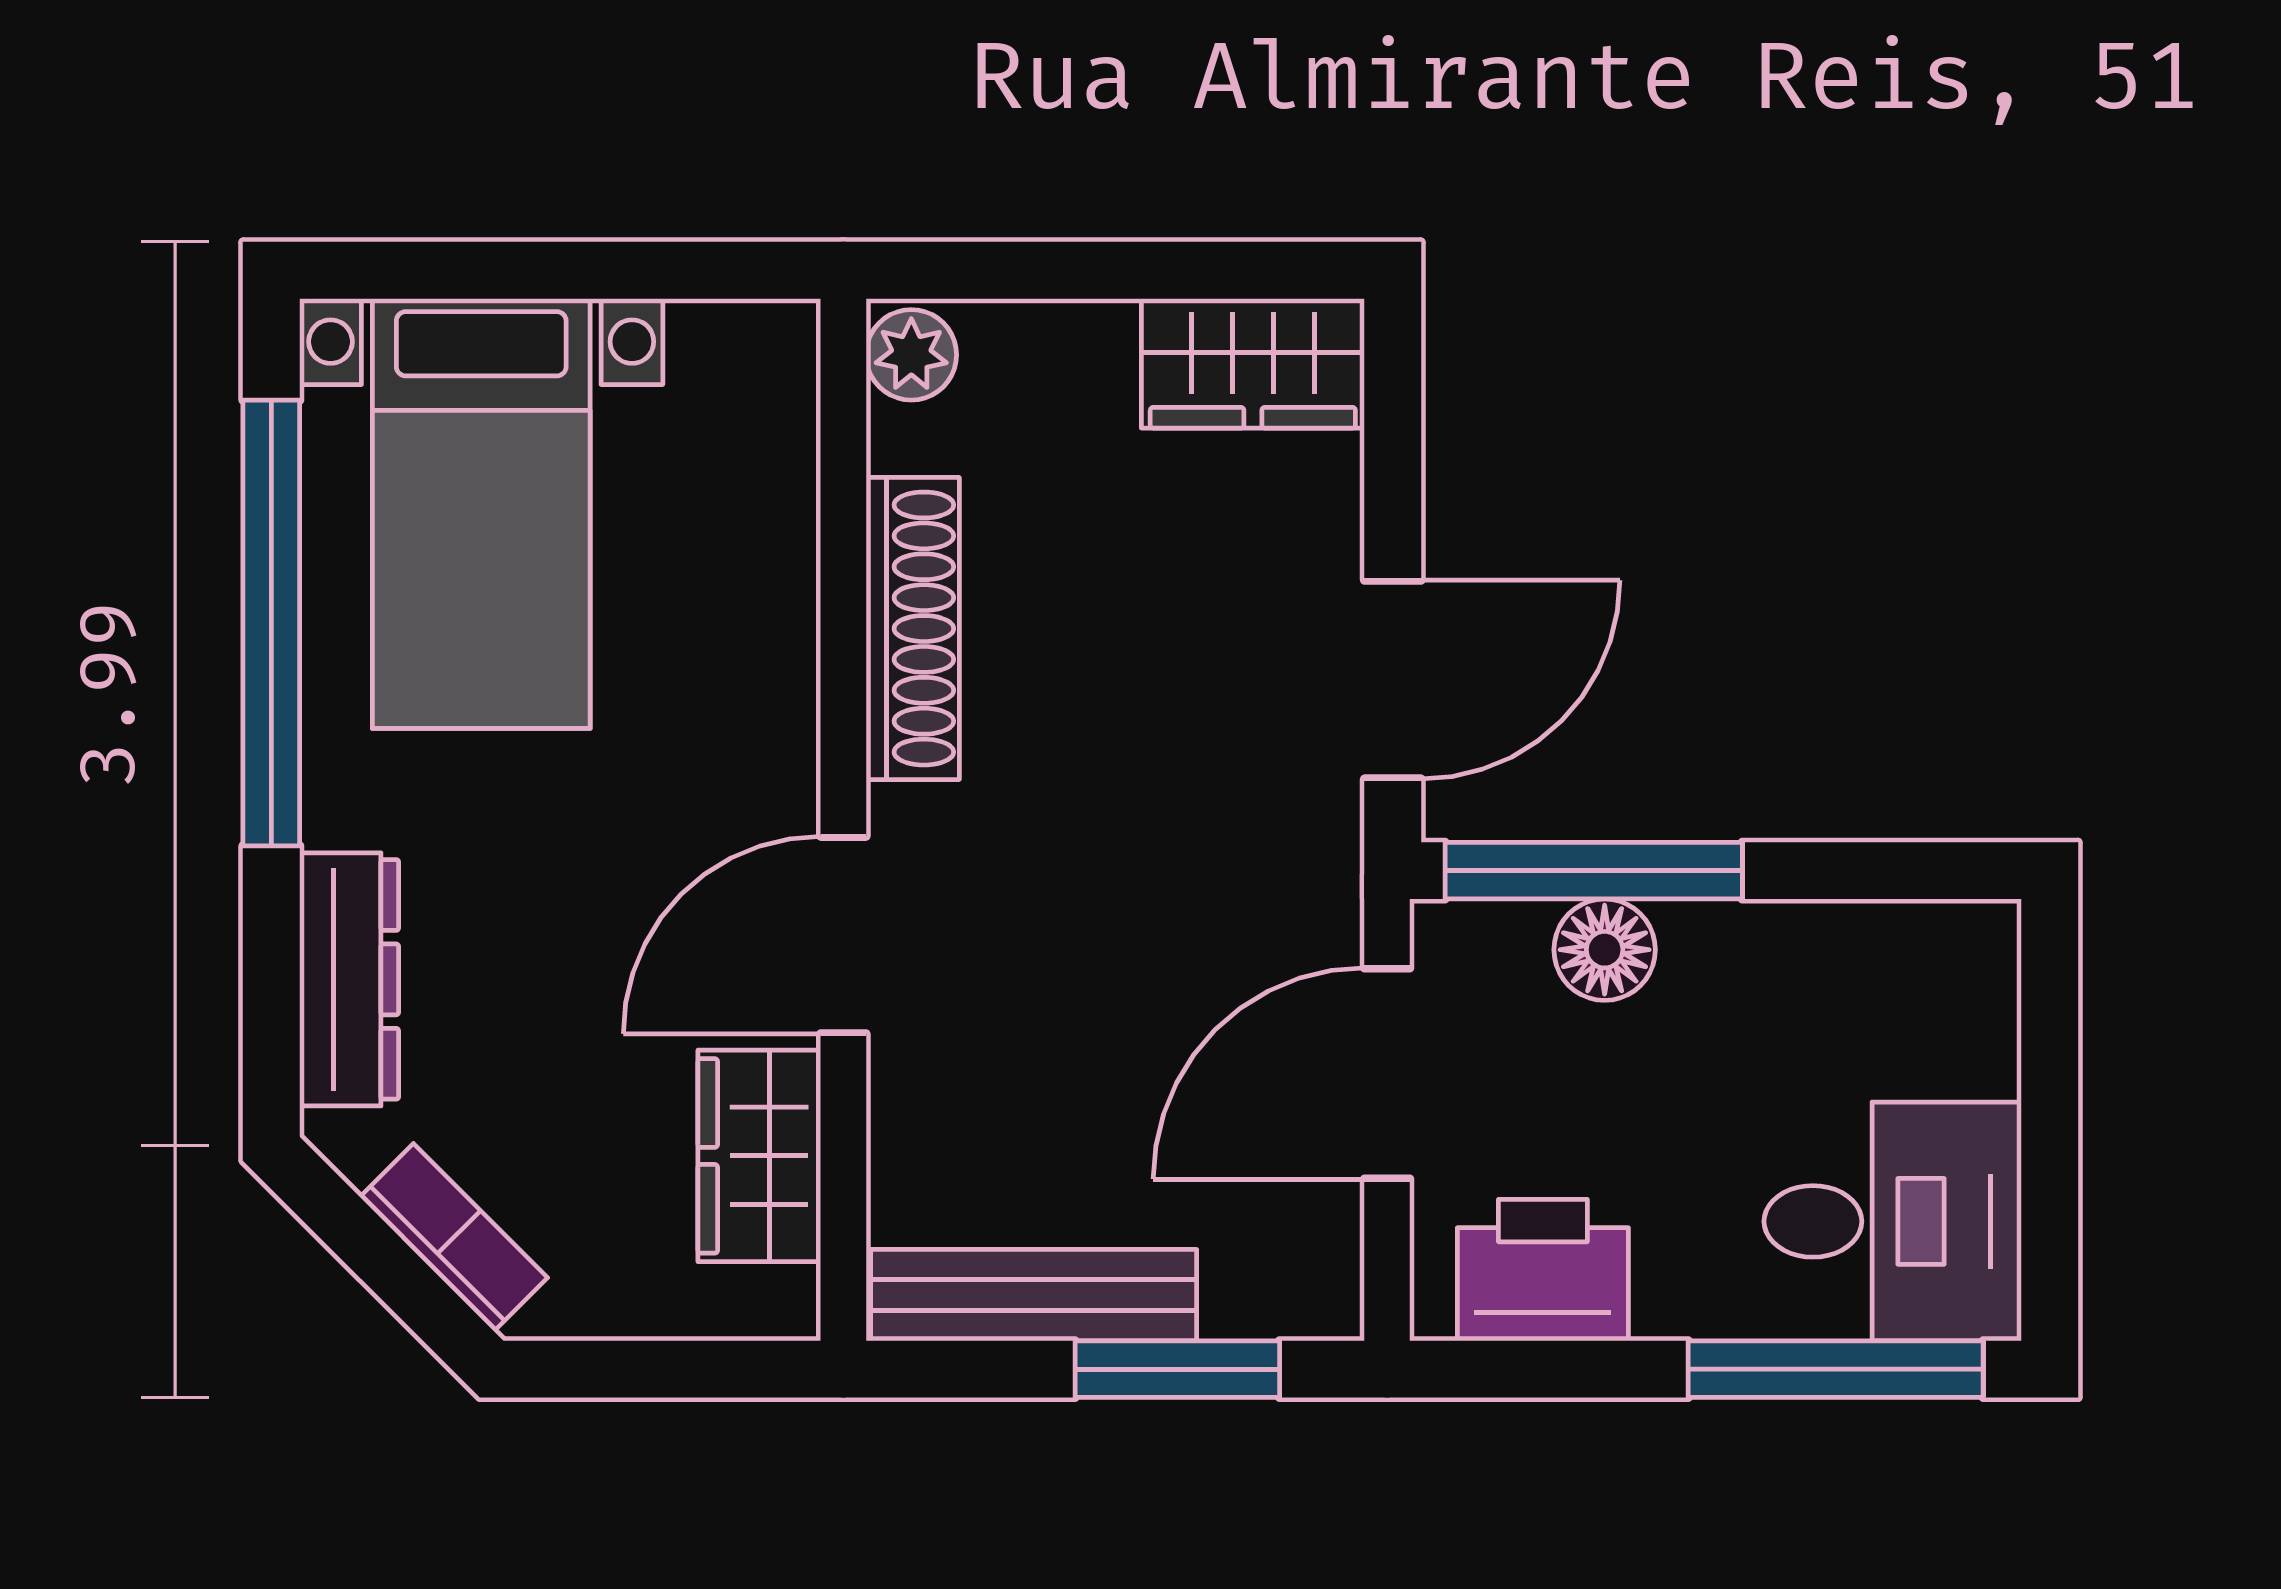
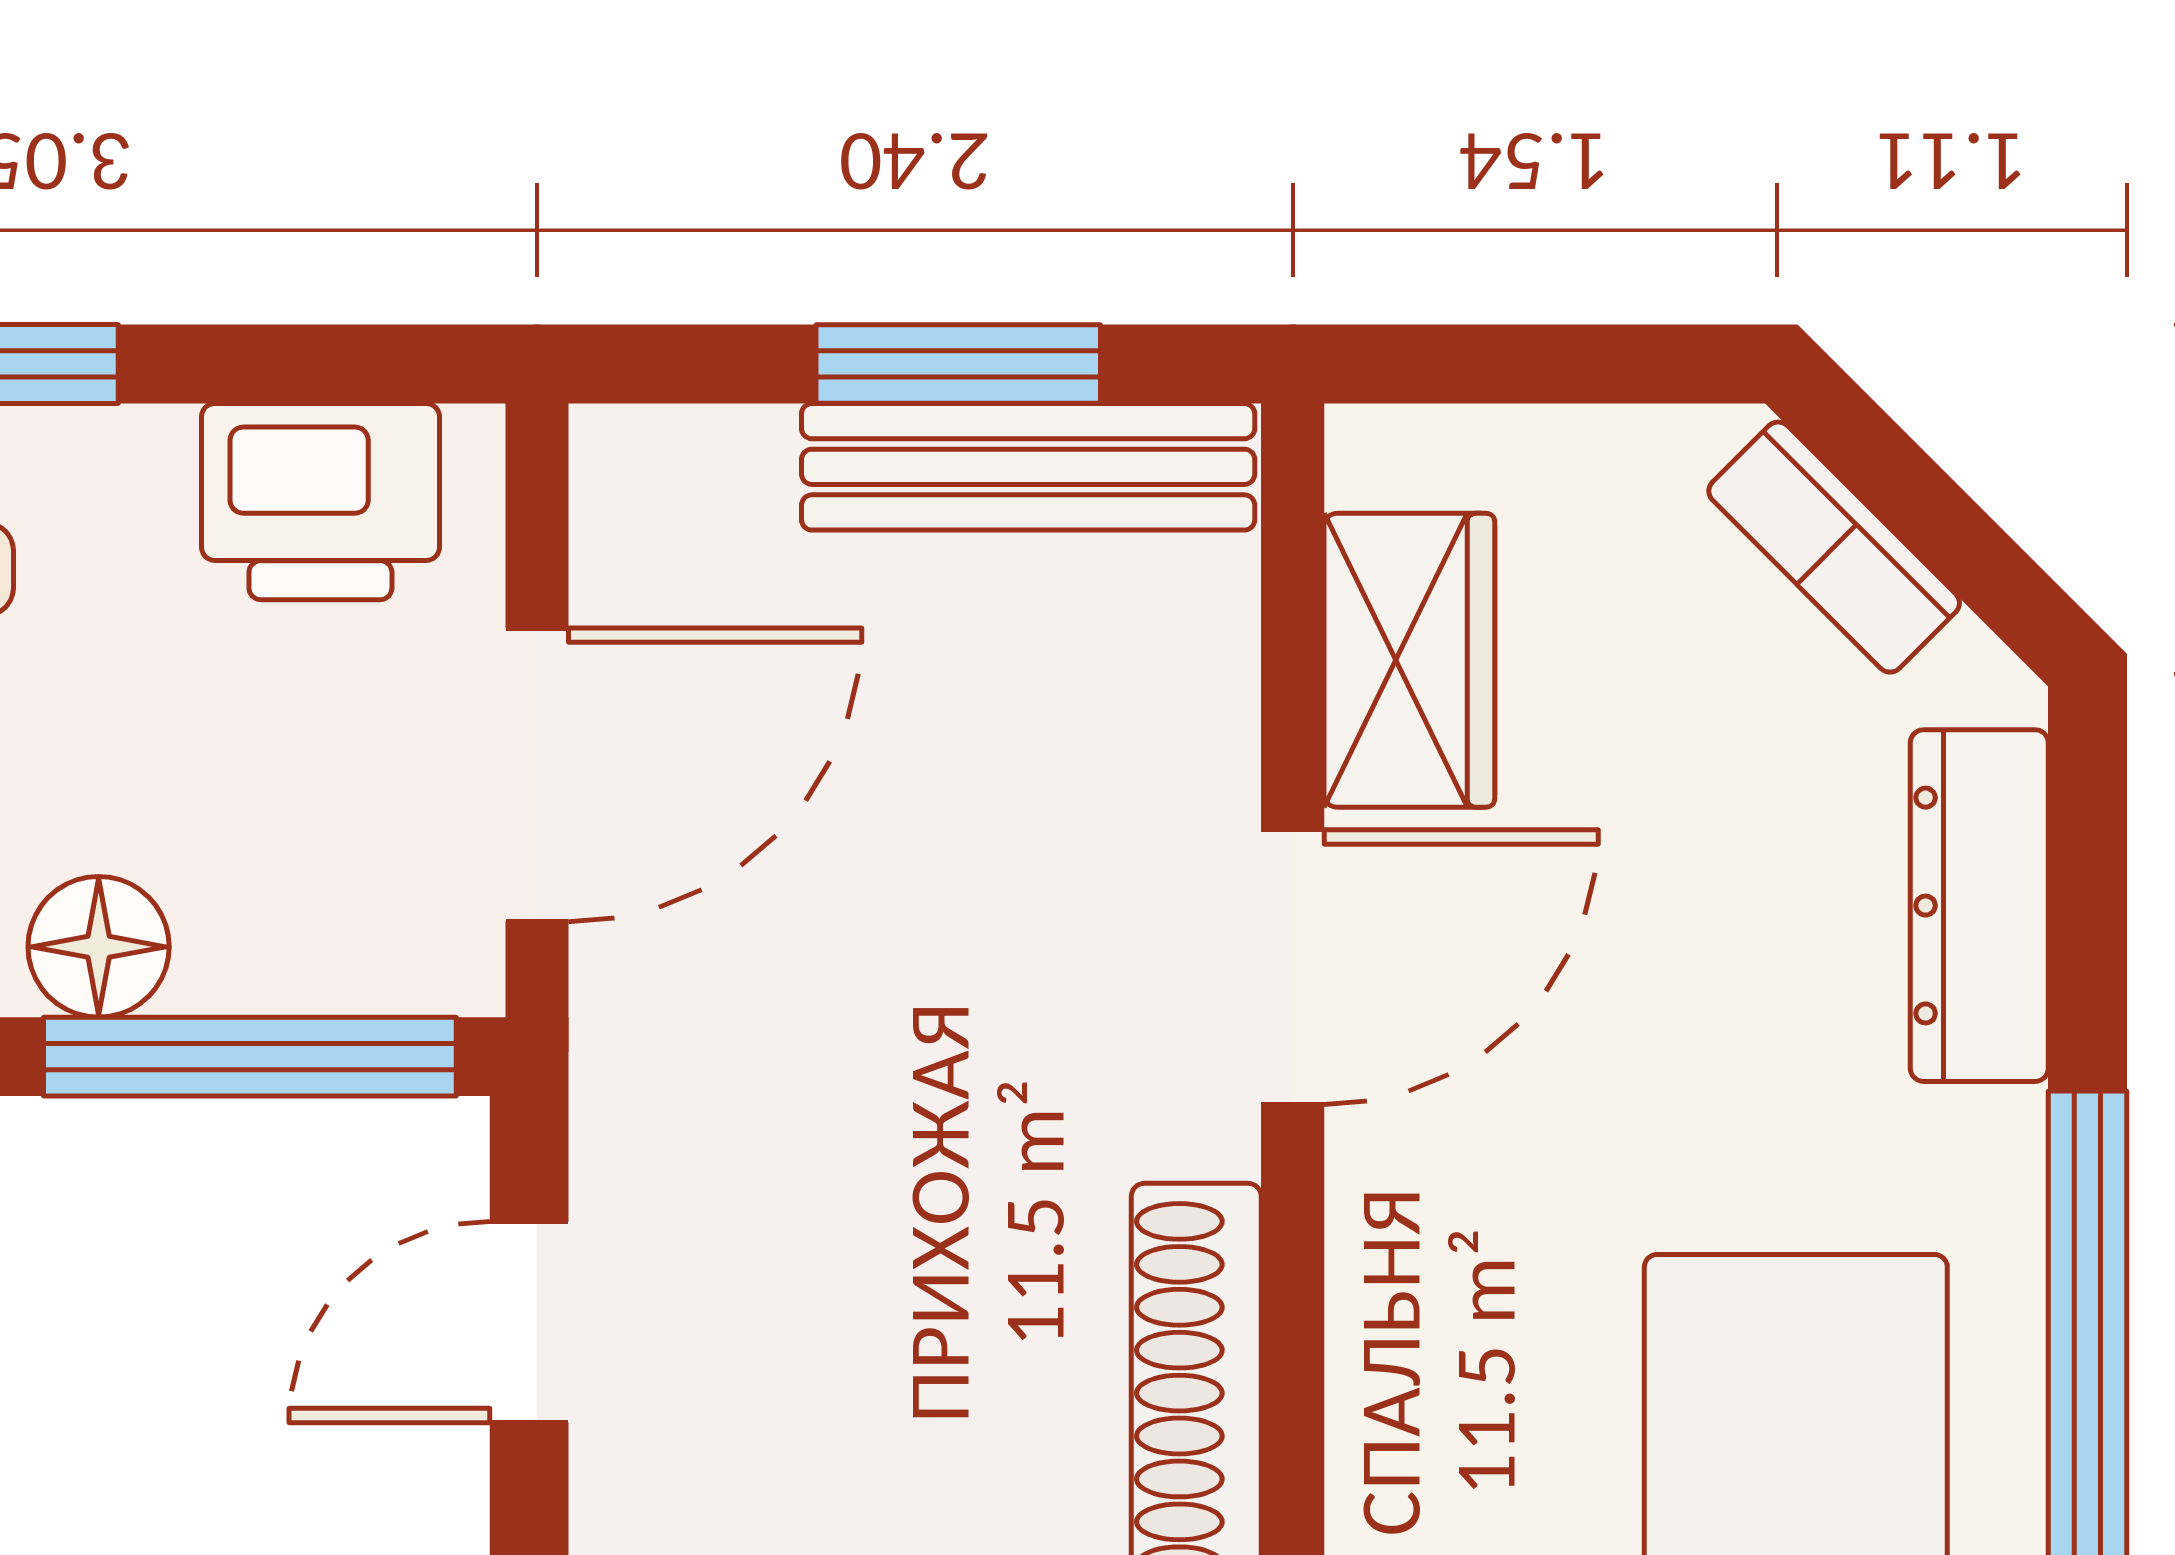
door: (1393, 680) -> (529, 1322), width x0.73
floor lamp: (1605, 950) -> (99, 947), moved
window: (1177, 1369) -> (958, 364), moved

